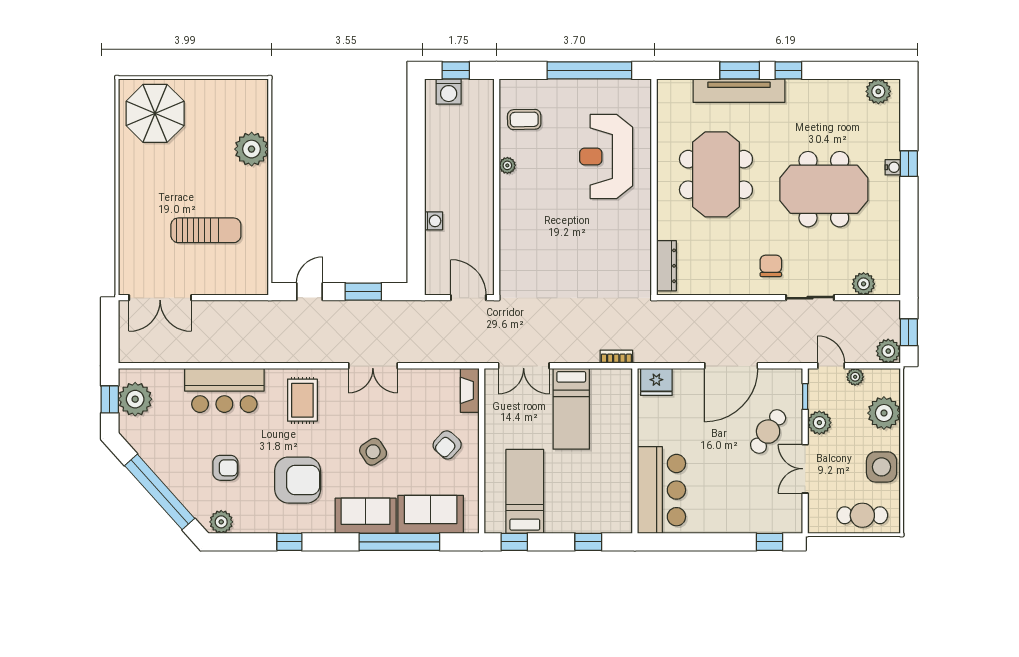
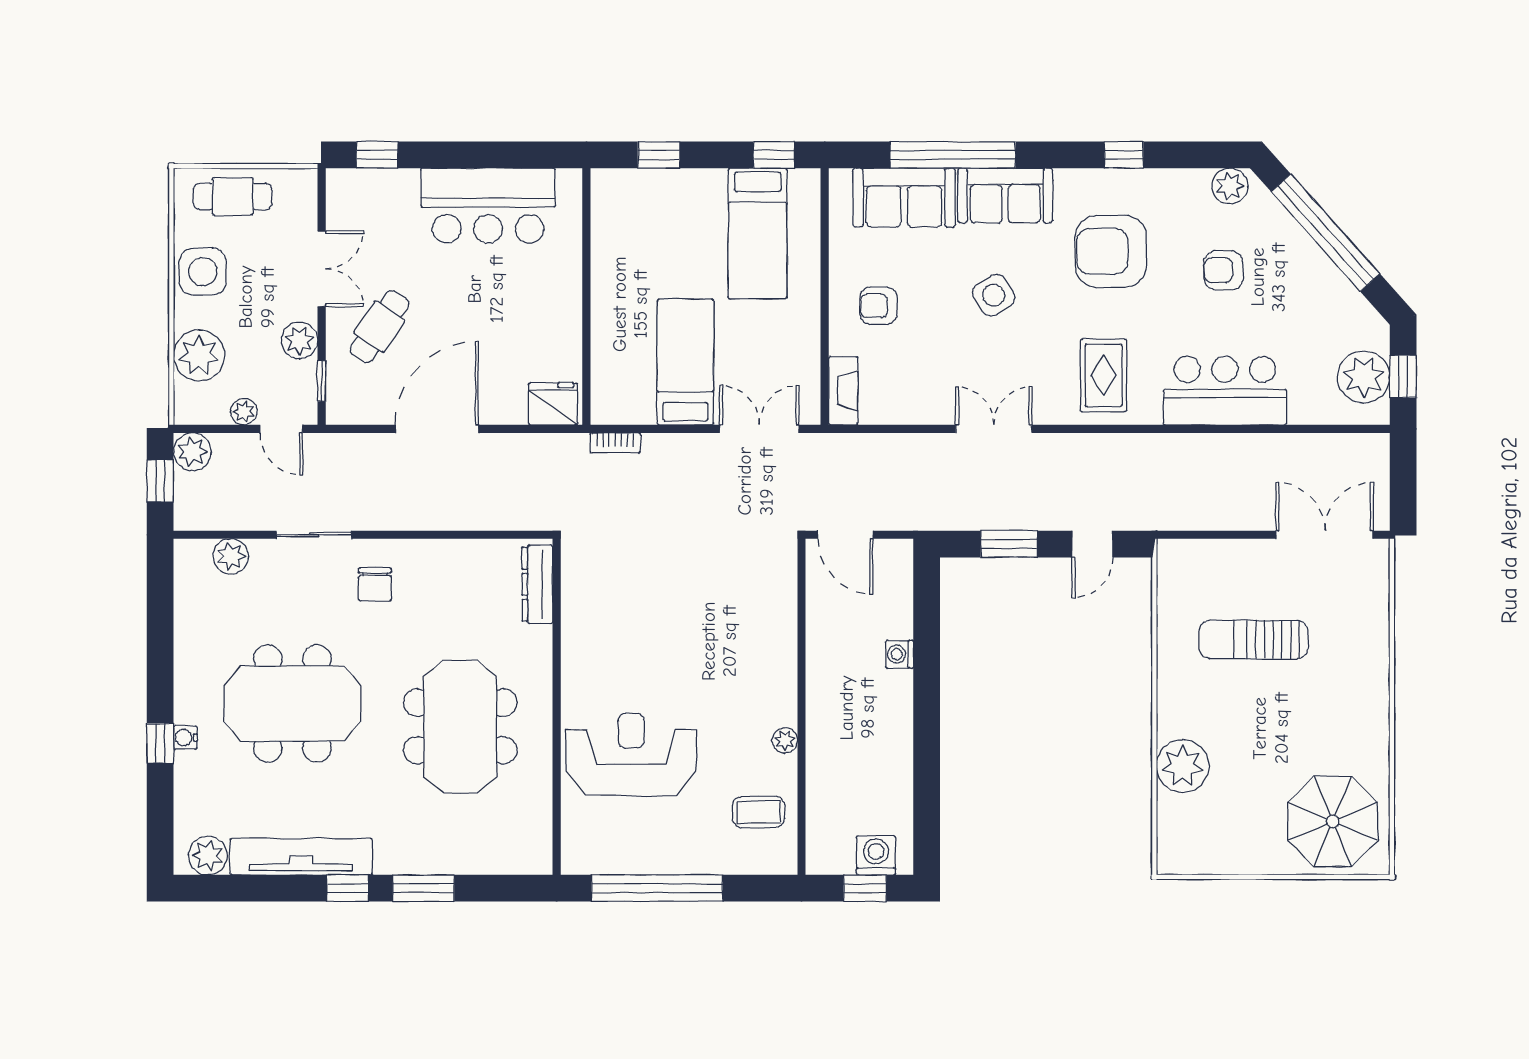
tv unit: (739, 91) -> (301, 857), moved
reception desk: (606, 156) -> (631, 754), turned -90
armchair: (447, 445) -> (878, 306), turned -132
bar counter: (662, 490) -> (488, 206), moved, turned -90

